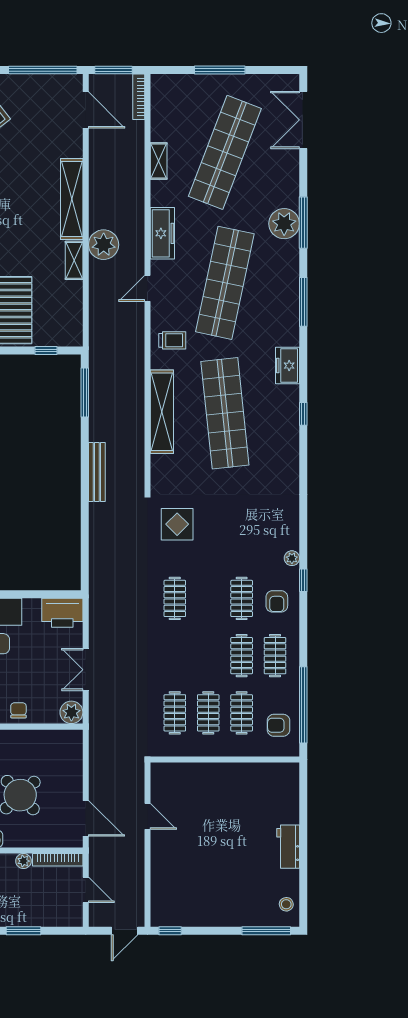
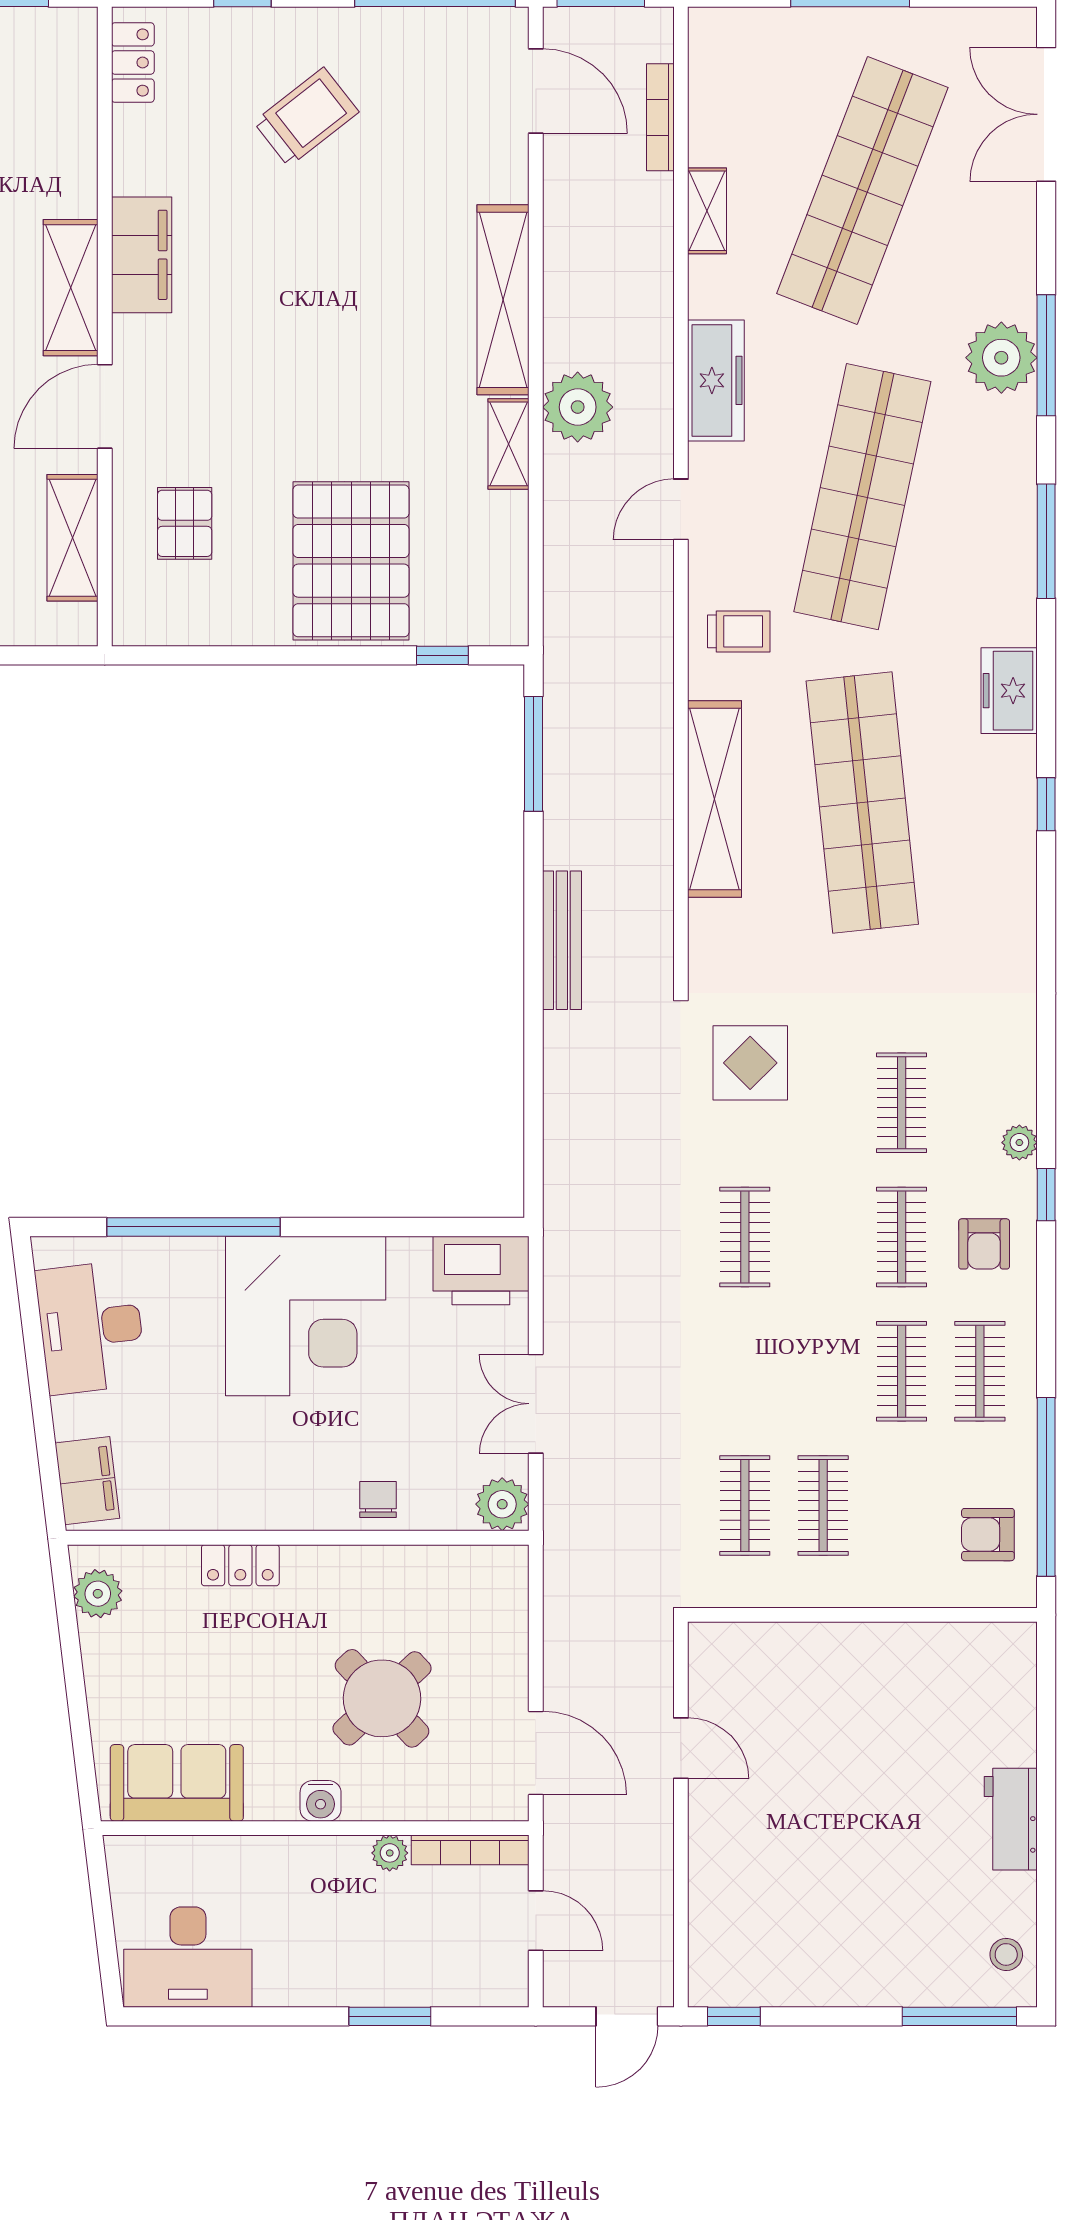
bookcase: (139, 97) -> (660, 117), moved
clothes rail: (242, 713) -> (902, 1103), moved

